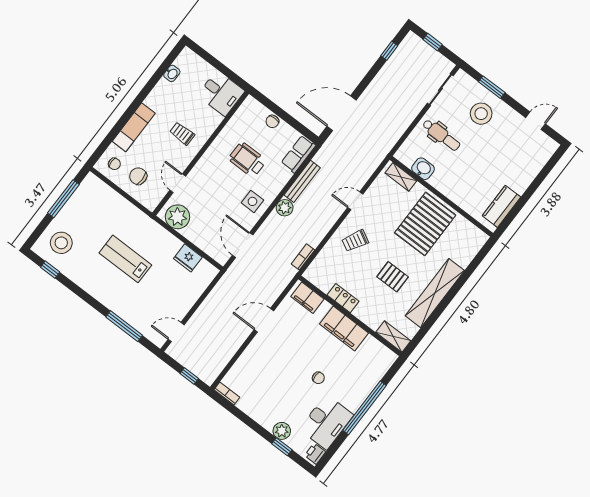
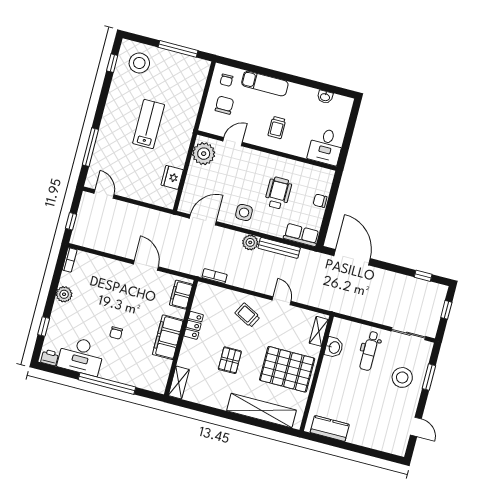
trolley: (182, 134) -> (277, 128), turned 180
shelving: (435, 293) -> (261, 410), moved
plant: (282, 431) -> (64, 294), moved

